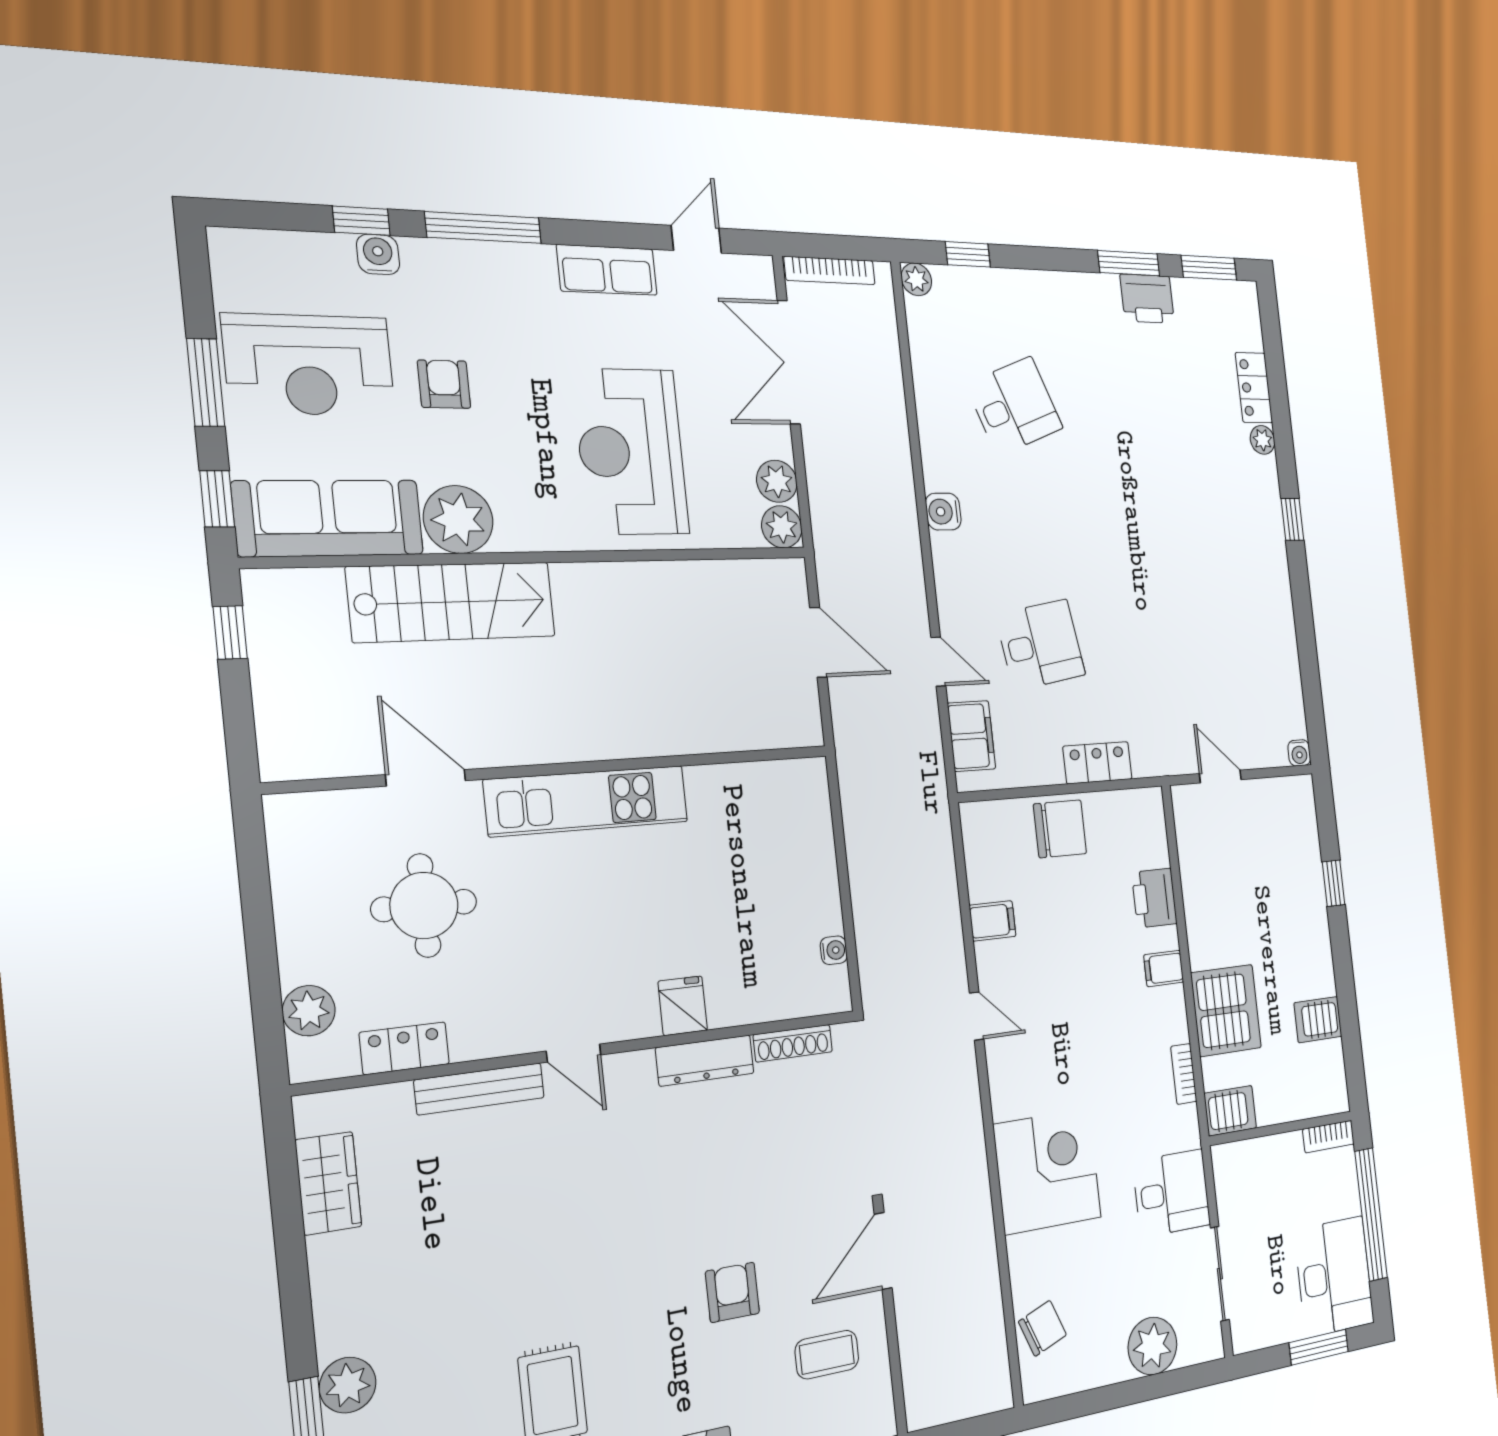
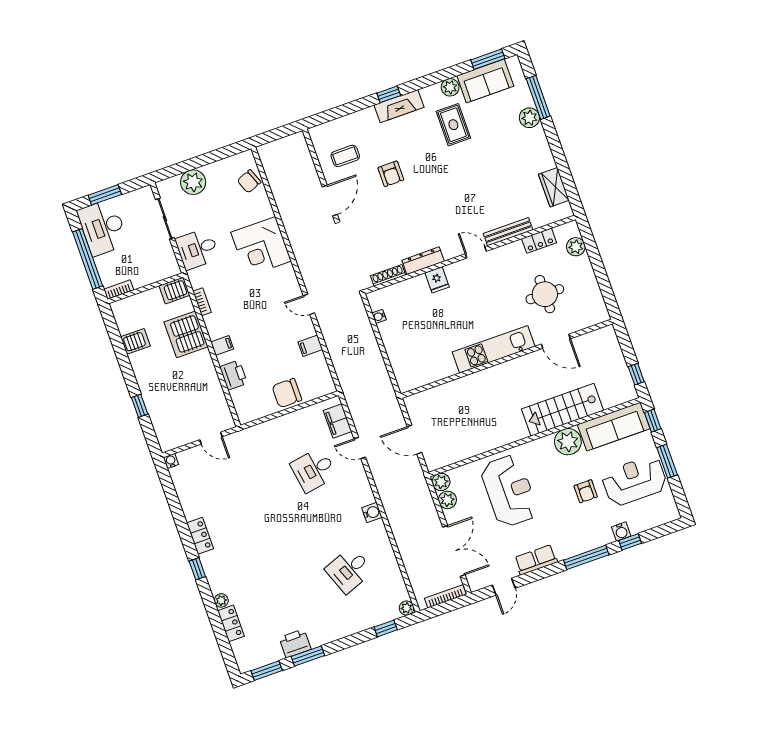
locker: (1097, 763) -> (200, 536), moved, turned -90

